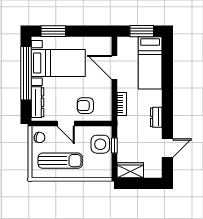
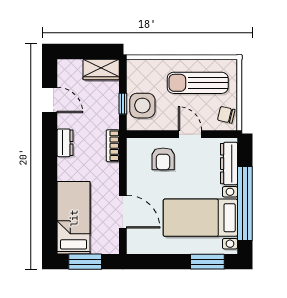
bookcase: (122, 104) -> (113, 146), moved
armchair: (85, 106) -> (163, 159), turned 90
door: (167, 148) -> (50, 100), swing flipped

